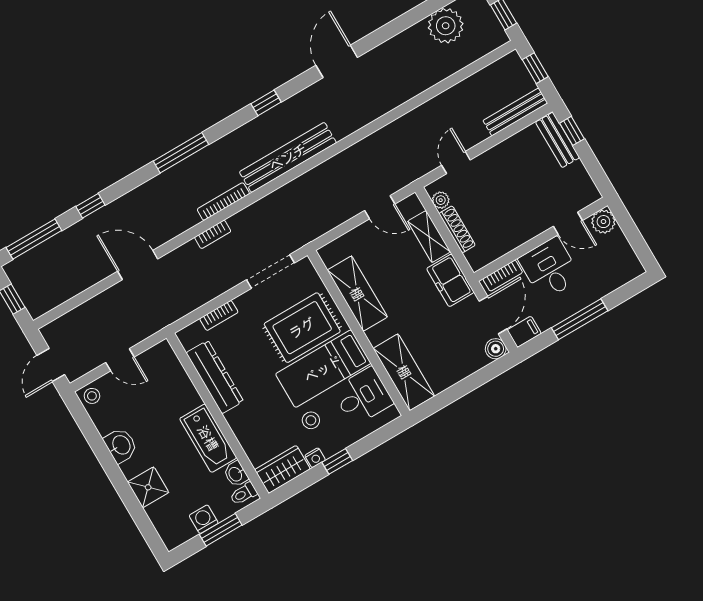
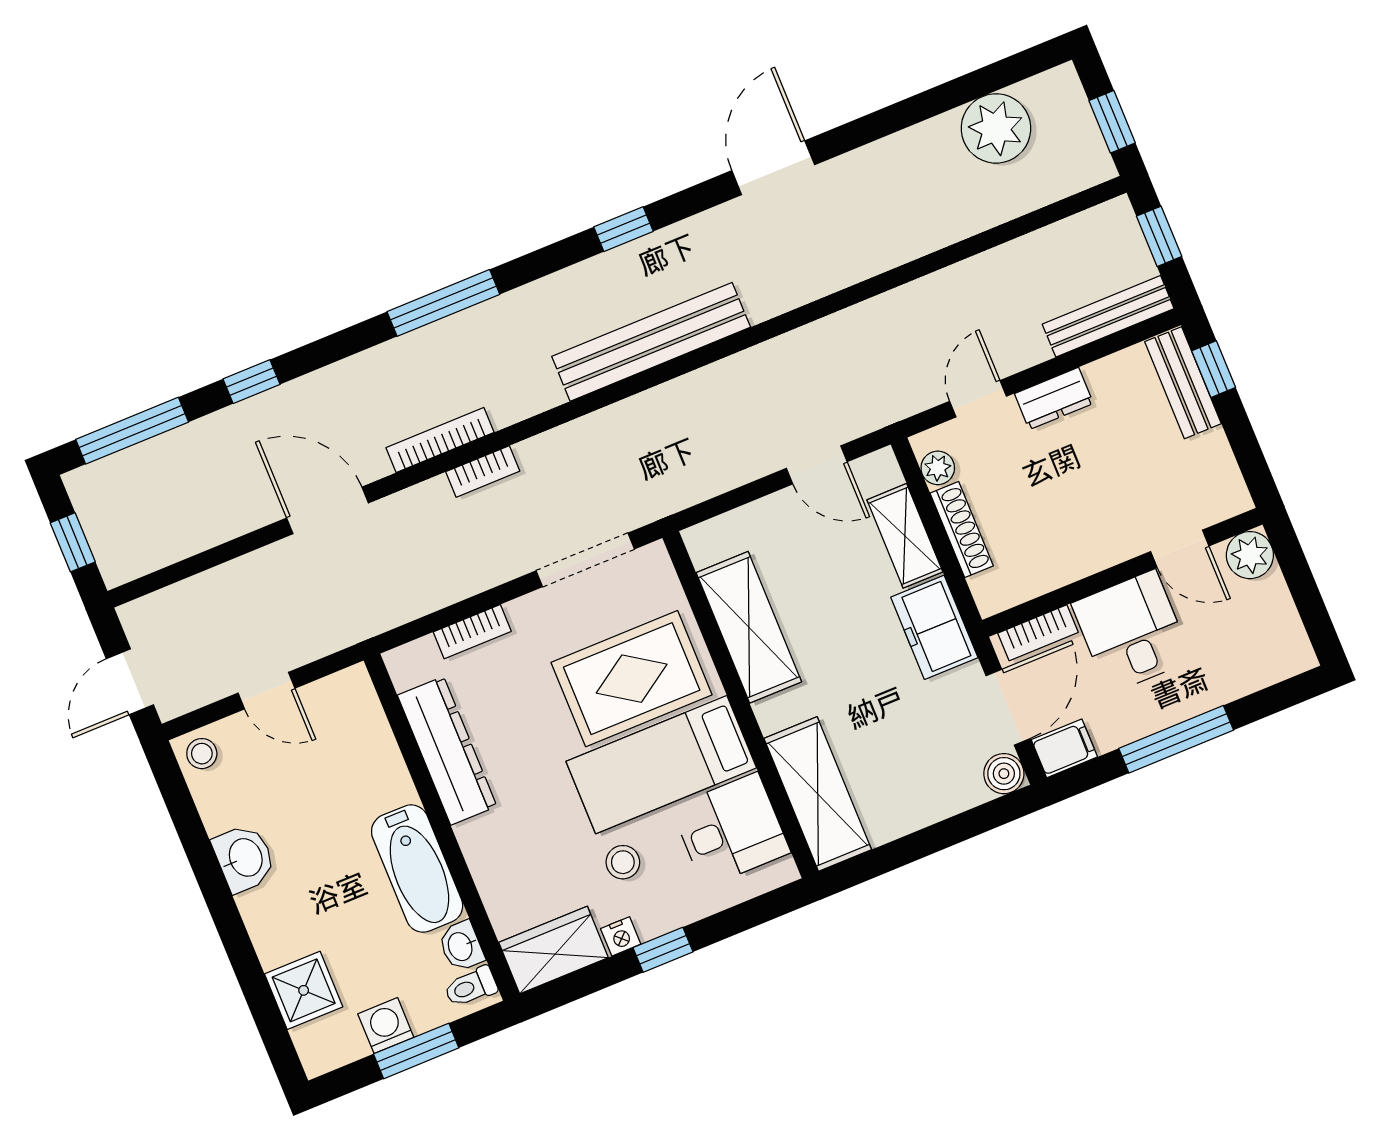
dresser: (494, 157) -> (1054, 399), added
bookcase: (223, 202) -> (440, 440), moved
shower: (148, 487) -> (304, 990), moved

